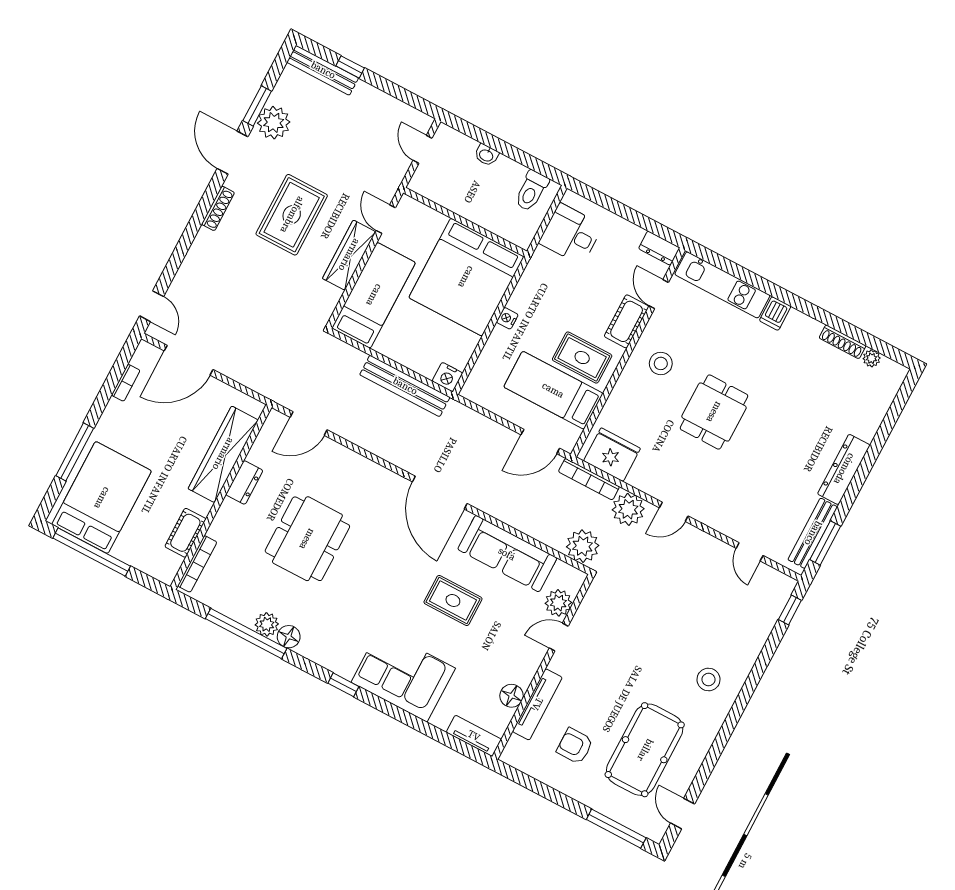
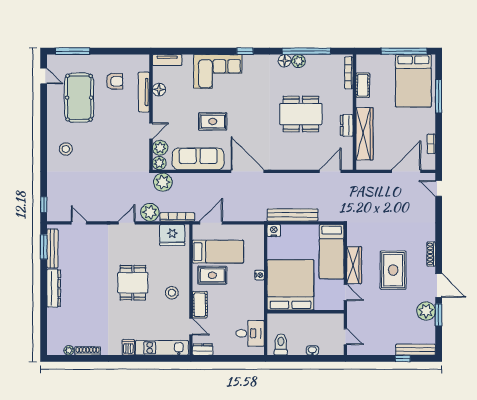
dining table: (307, 539) -> (301, 114), turned 90
plant: (572, 579) -> (159, 163), added

